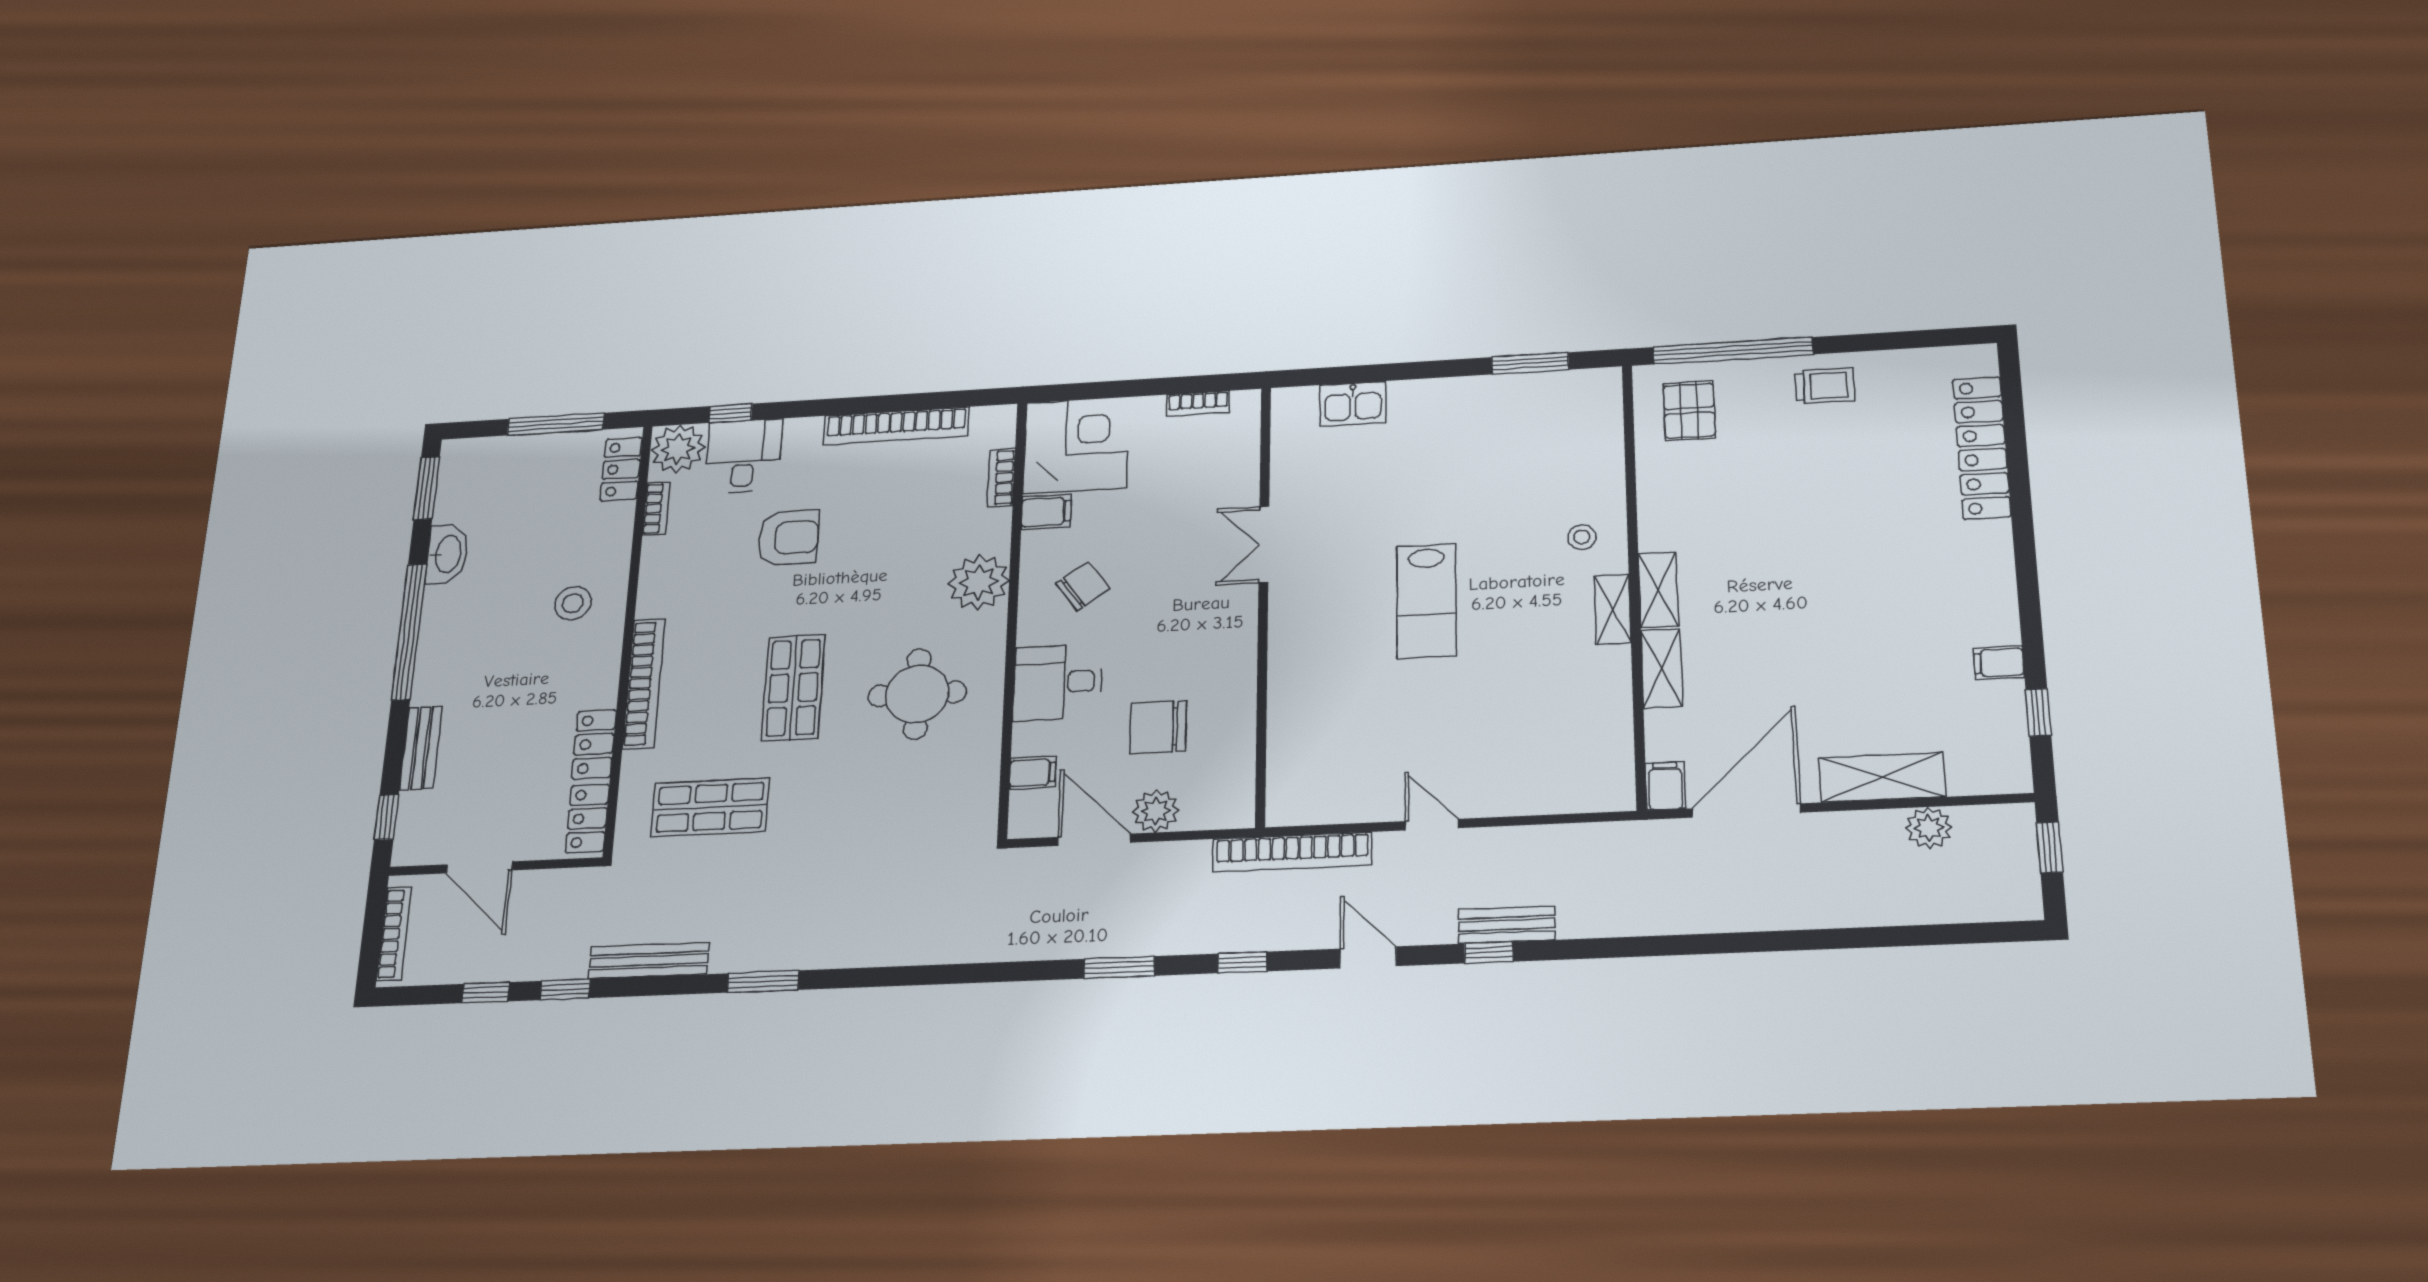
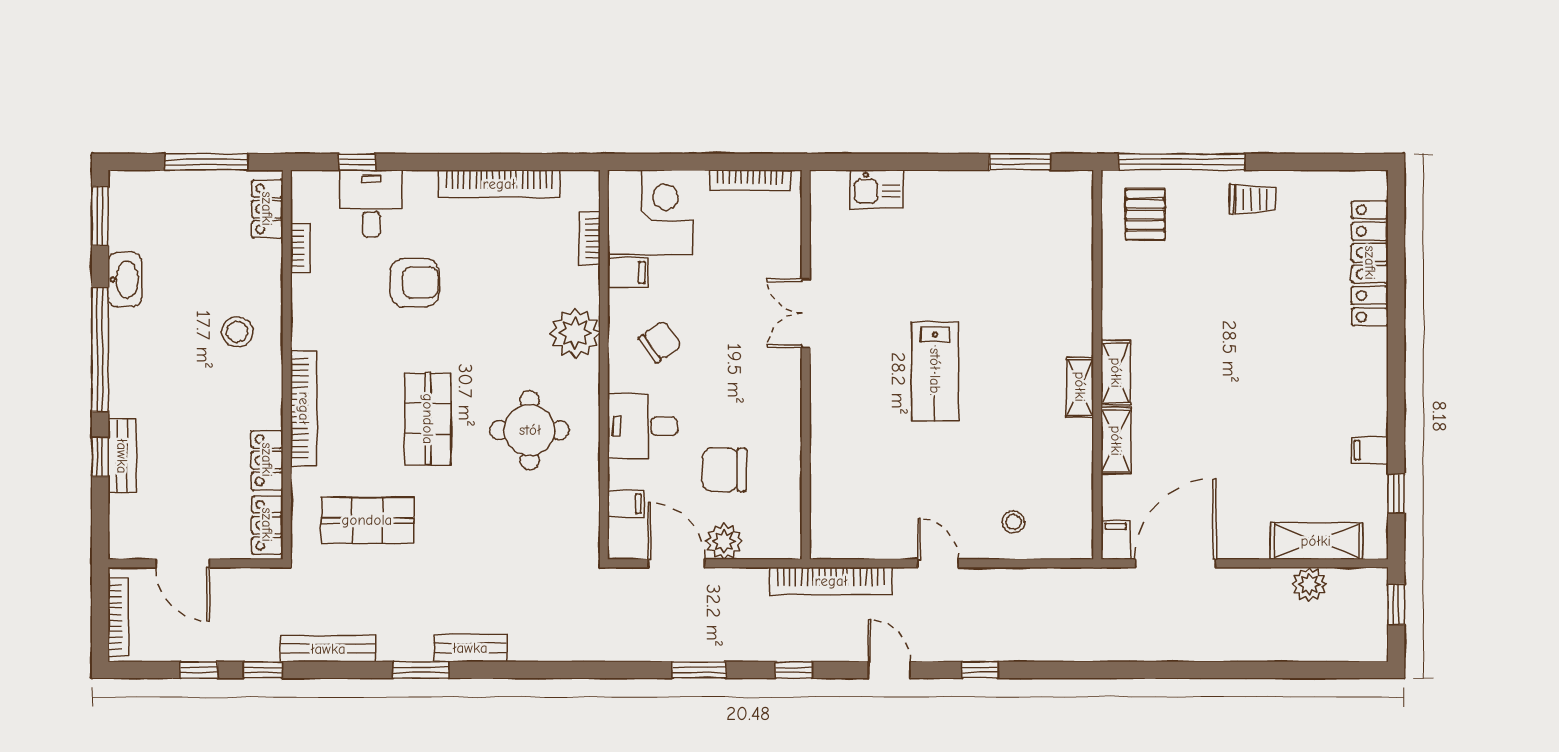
bookcase: (1198, 403) -> (750, 180), width x1.56
plant: (678, 449) -> (315, 193), removed
stool: (1582, 537) -> (1013, 522), moved
shelving: (1882, 777) -> (1316, 541), moved
window: (386, 817) -> (100, 457), moved
bench: (1507, 925) -> (470, 648), moved

